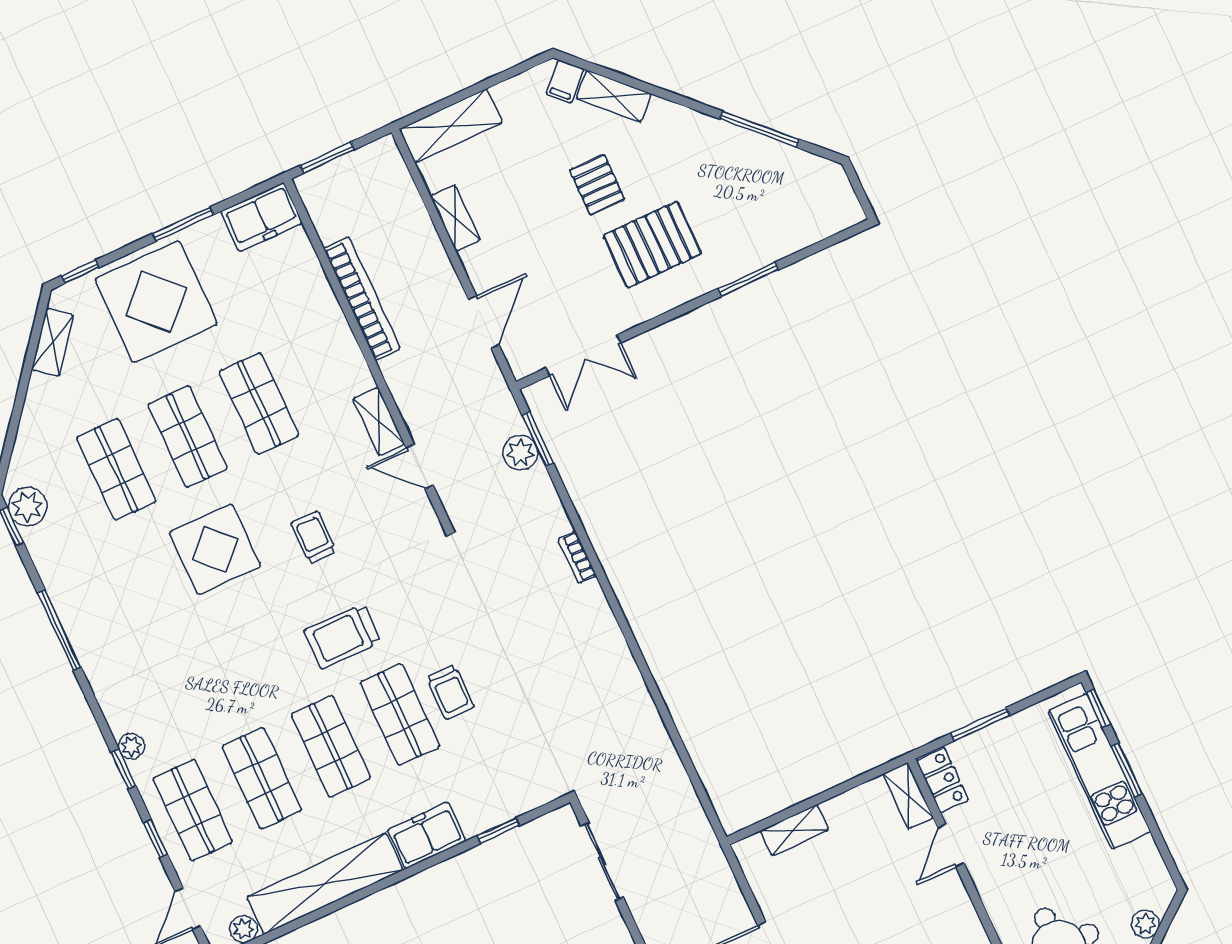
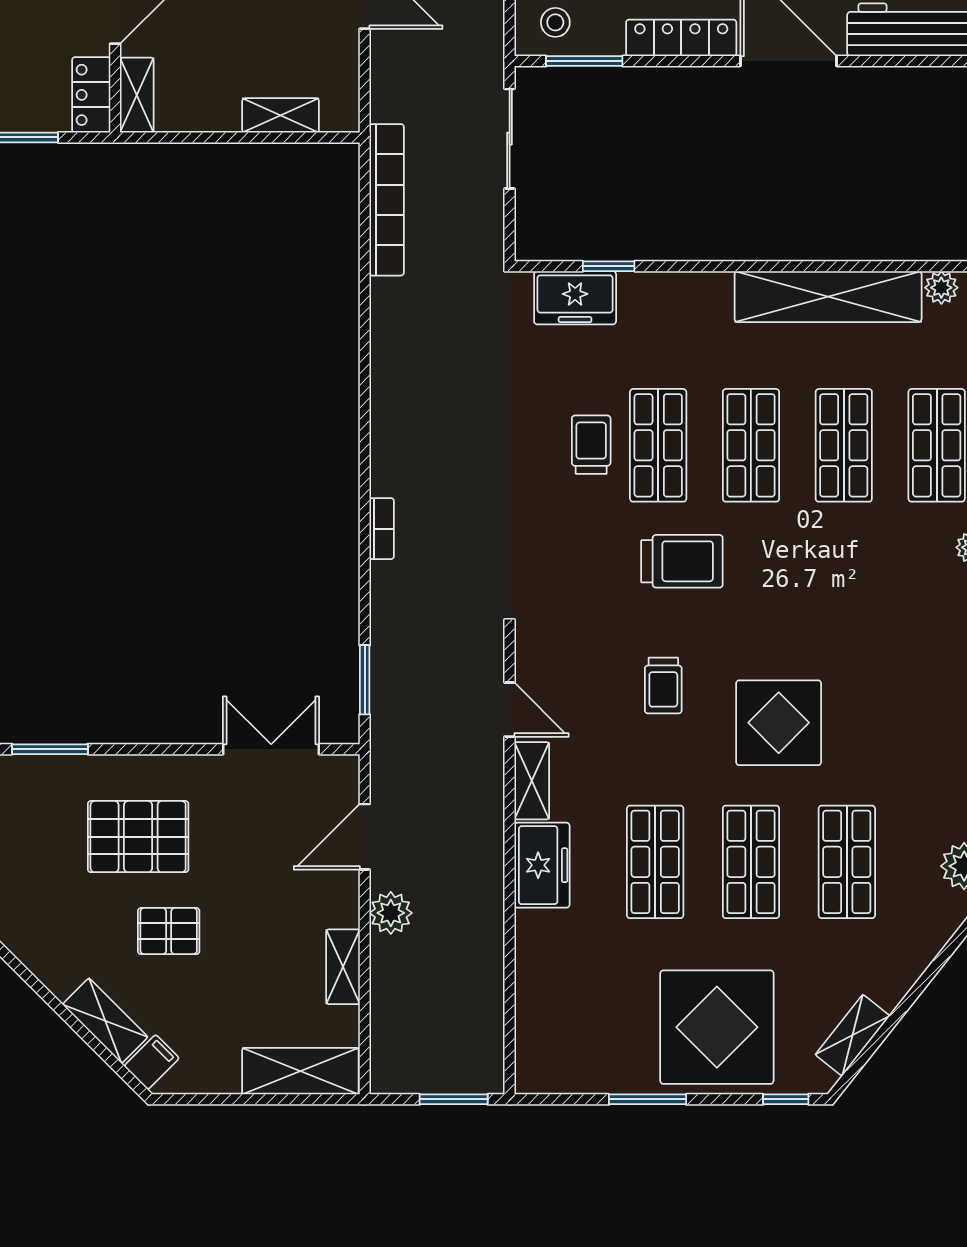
pallet: (597, 185) -> (169, 931), turned 90
freezer: (262, 217) -> (542, 865), moved, turned 90
bookcase: (362, 299) -> (387, 200), moved, turned 180
plant: (520, 453) -> (391, 913), moved
freezer: (427, 835) -> (575, 298), moved
sliding door: (602, 861) -> (510, 139), moved

